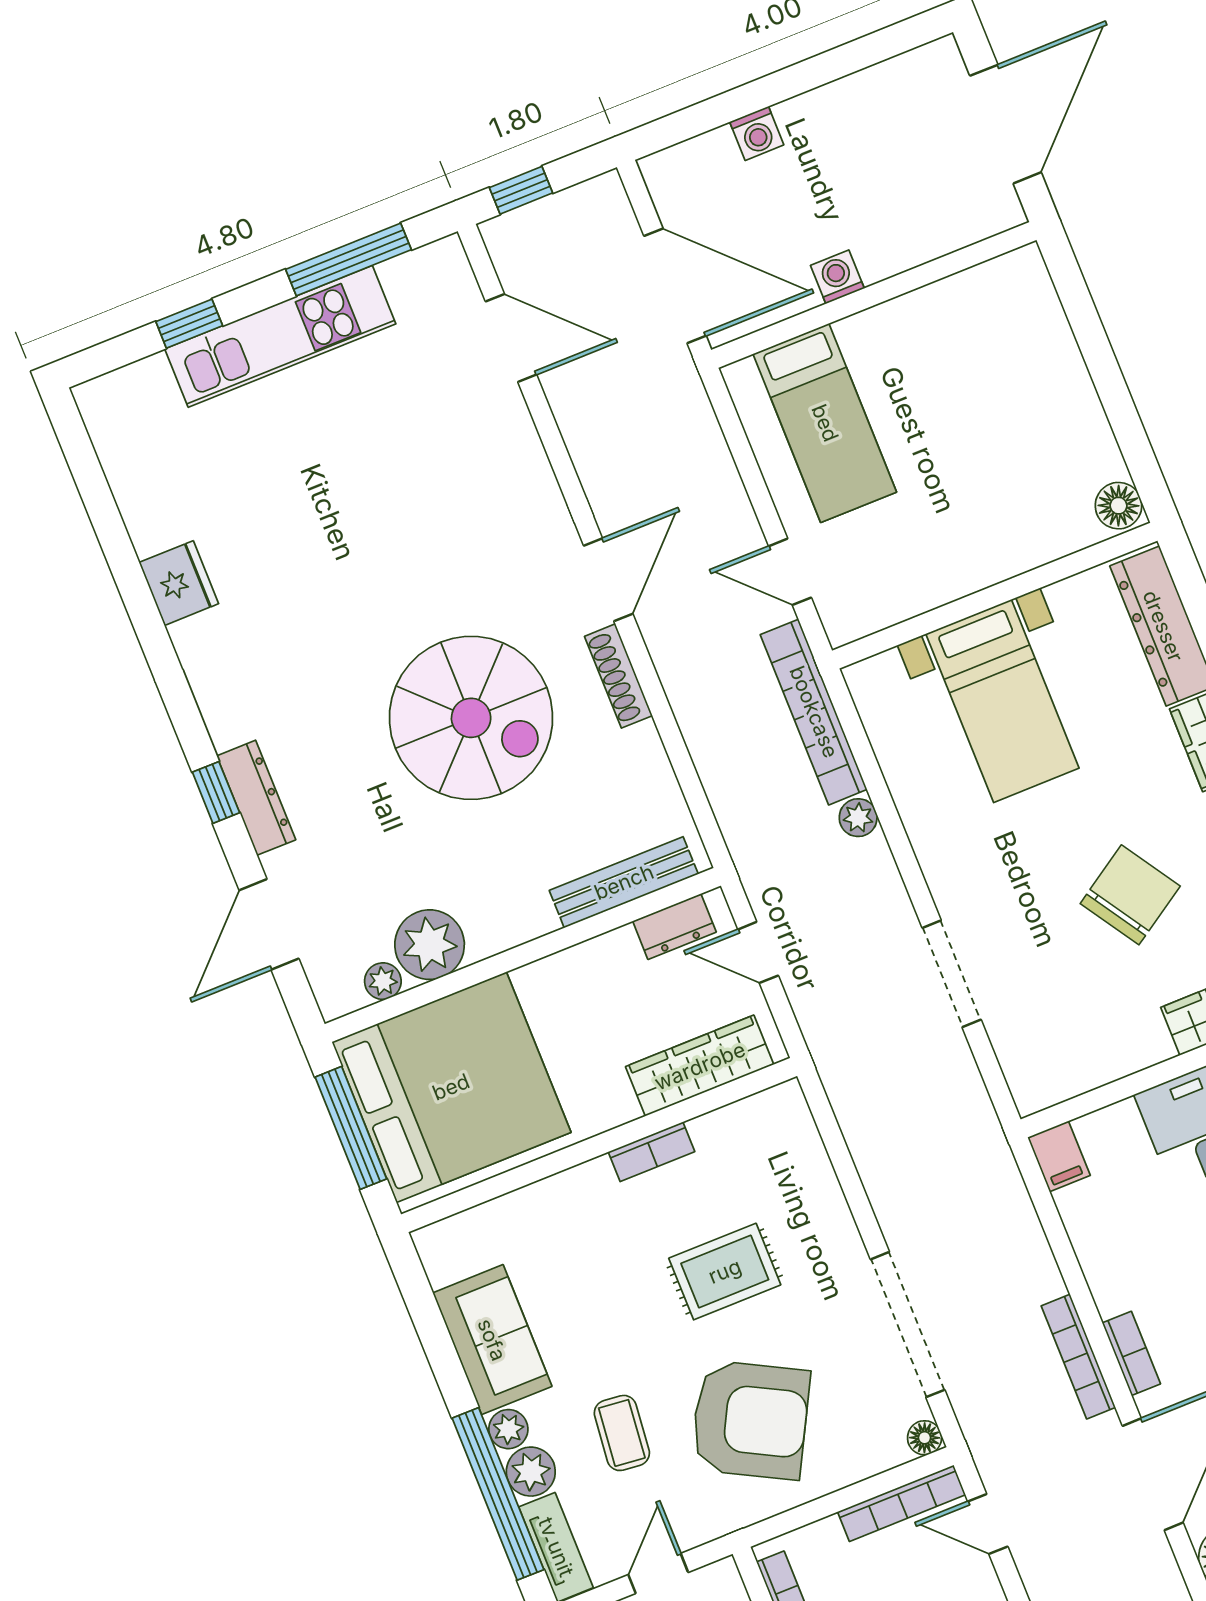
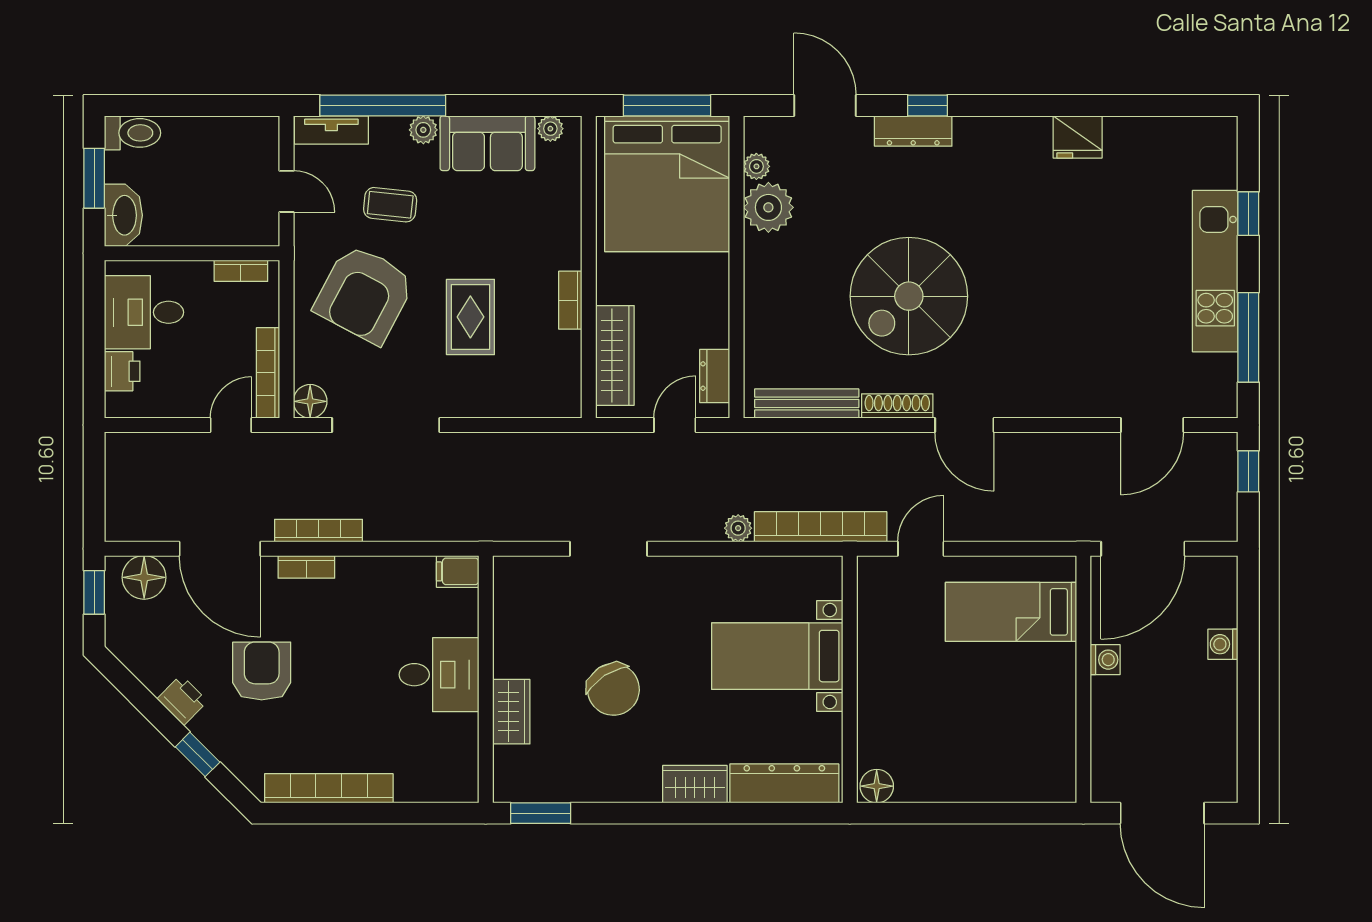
bench: (624, 882) -> (807, 404), moved, turned 90
floor lamp: (925, 1438) -> (310, 401), width x1.37, depth x1.37
plant: (531, 1472) -> (550, 129), moved, width x0.73, depth x0.73

